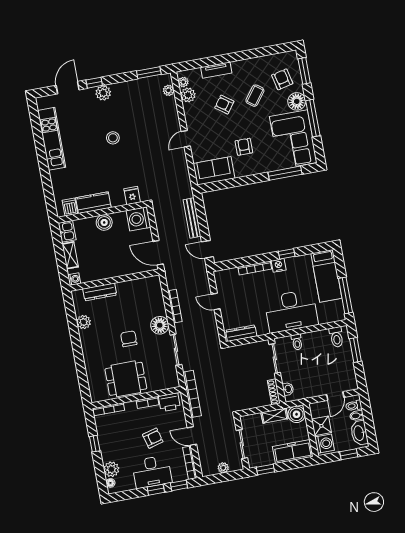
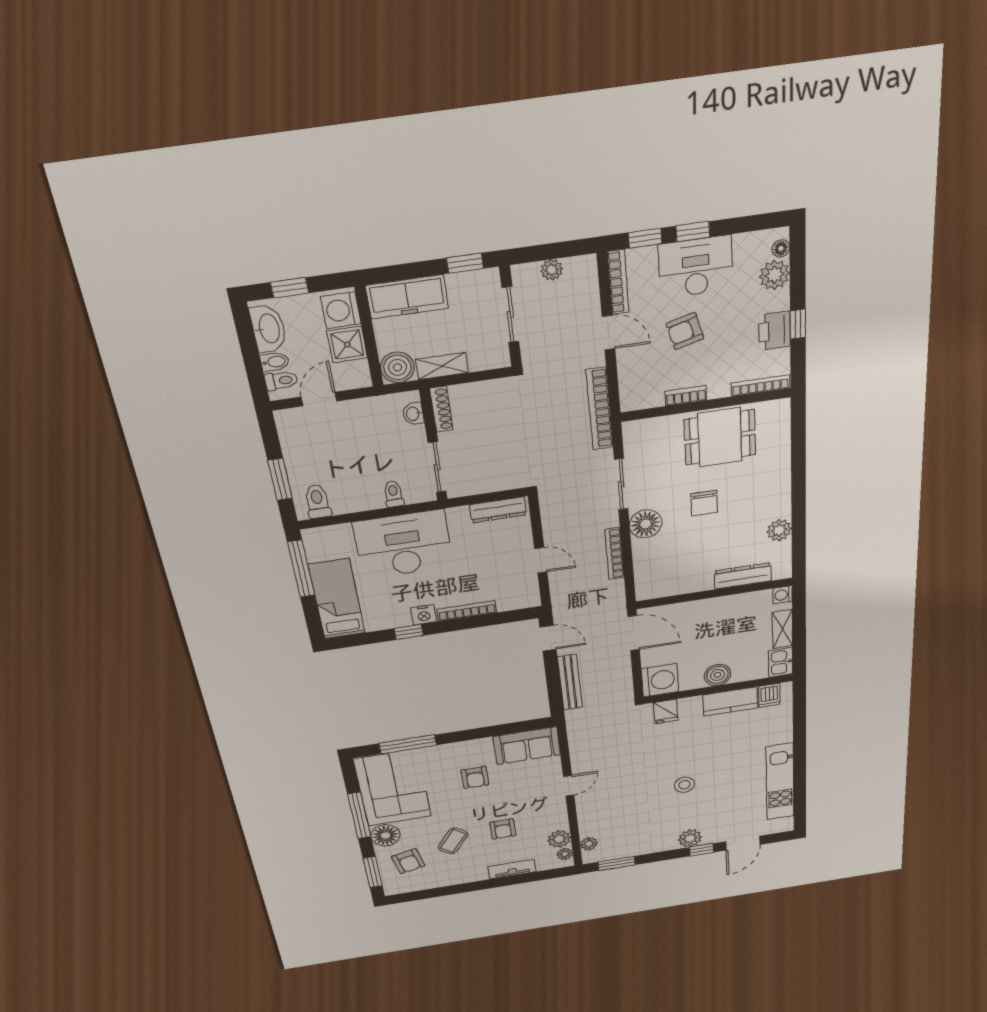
armchair: (224, 105) -> (503, 829), turned 54
printer: (169, 402) -> (775, 331), moved, turned -90

